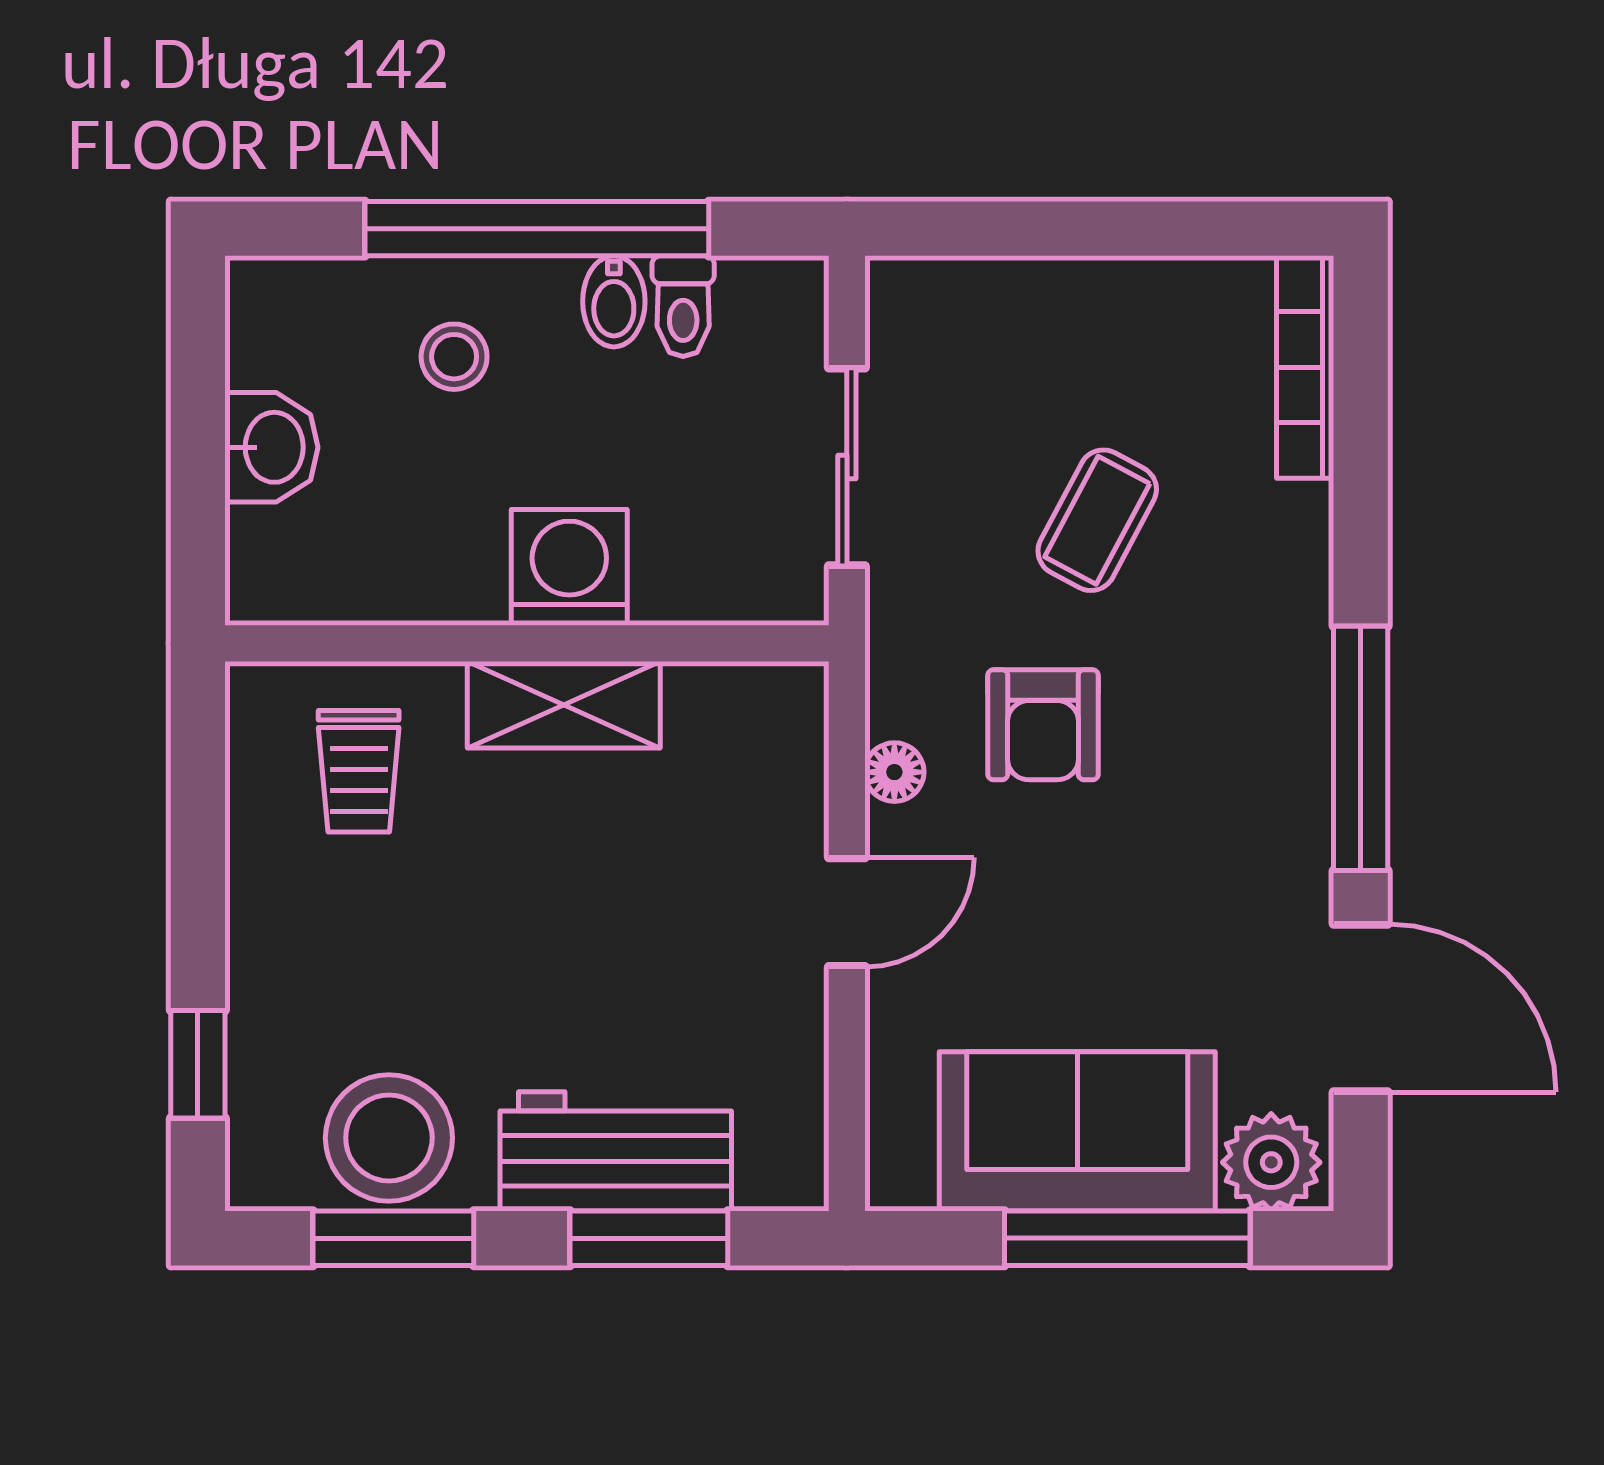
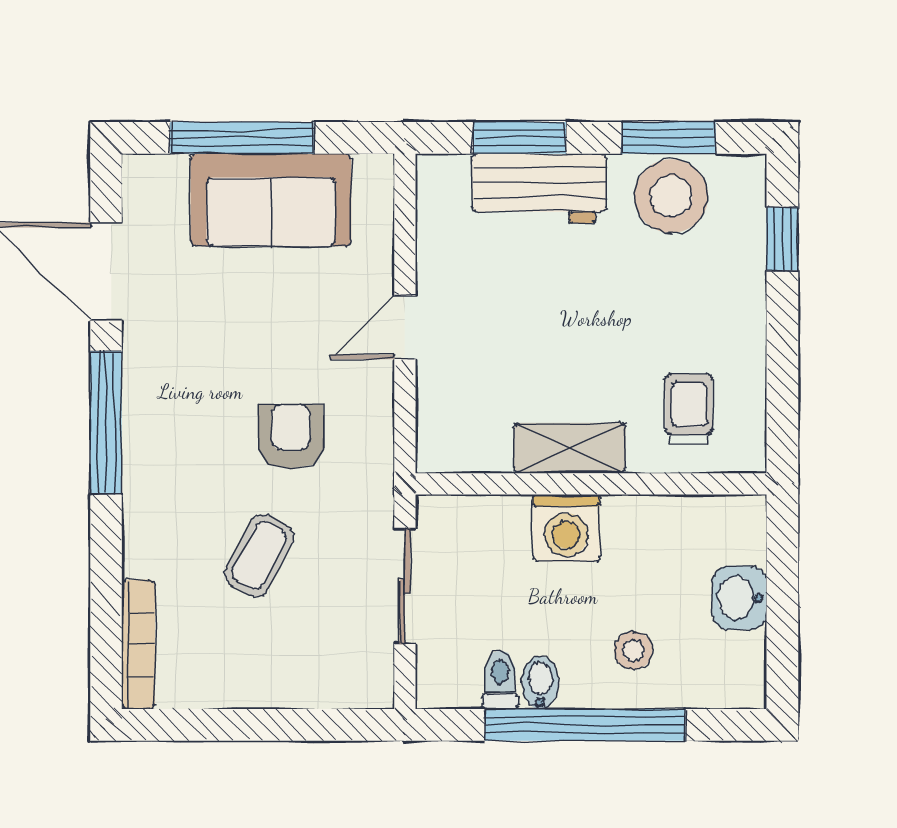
floor lamp: (894, 772) -> (377, 409), removed
plant: (1271, 1162) -> (158, 182), removed

